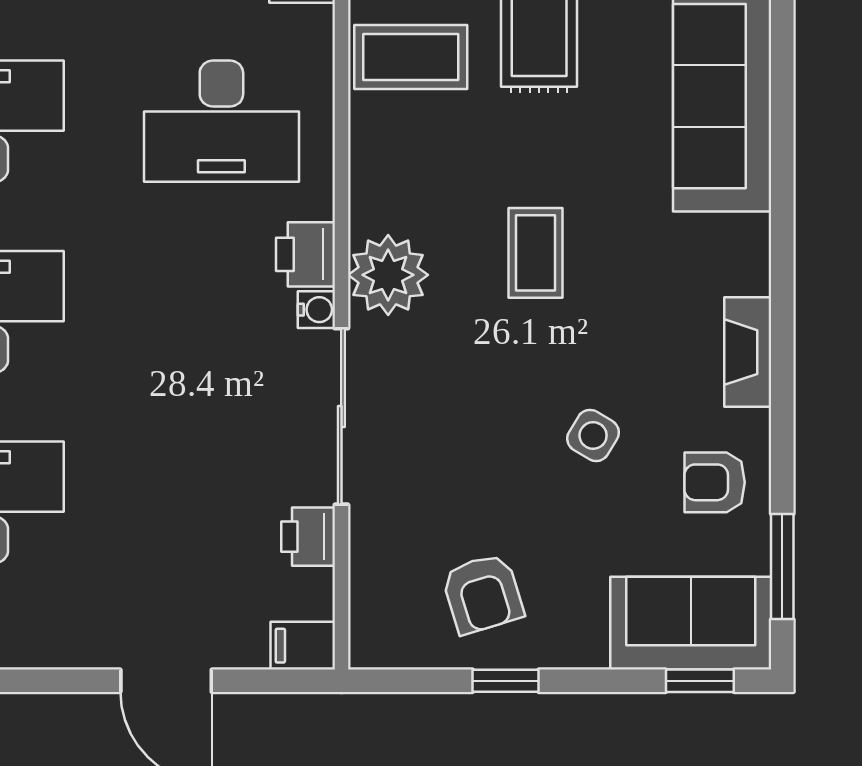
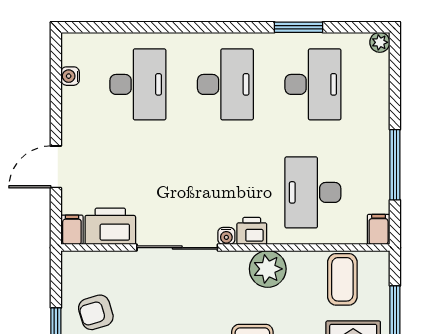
plant: (388, 275) -> (268, 269), moved
printer: (308, 537) -> (110, 226), width x1.87, depth x1.48

